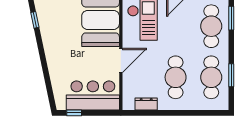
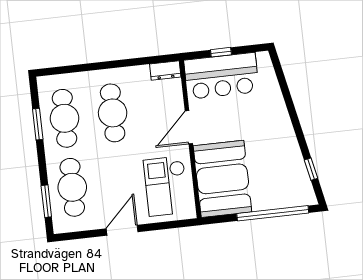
dresser: (146, 104) -> (165, 71), moved
window: (74, 113) -> (221, 52), moved

